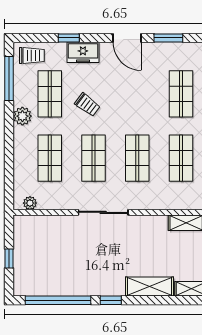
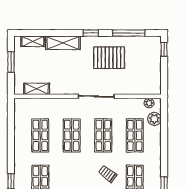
plant: (22, 116) -> (154, 119), moved
window: (9, 258) -> (164, 49), moved
pallet: (85, 266) -> (109, 58), added
window: (58, 300) -> (129, 33), width x0.68

